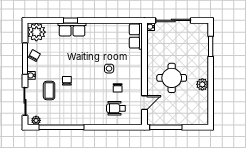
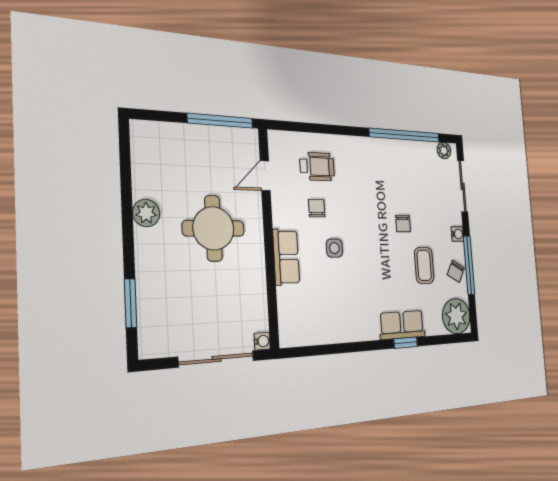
row of seats: (136, 36) -> (286, 257), moved
coffee table: (49, 90) -> (424, 265), moved

